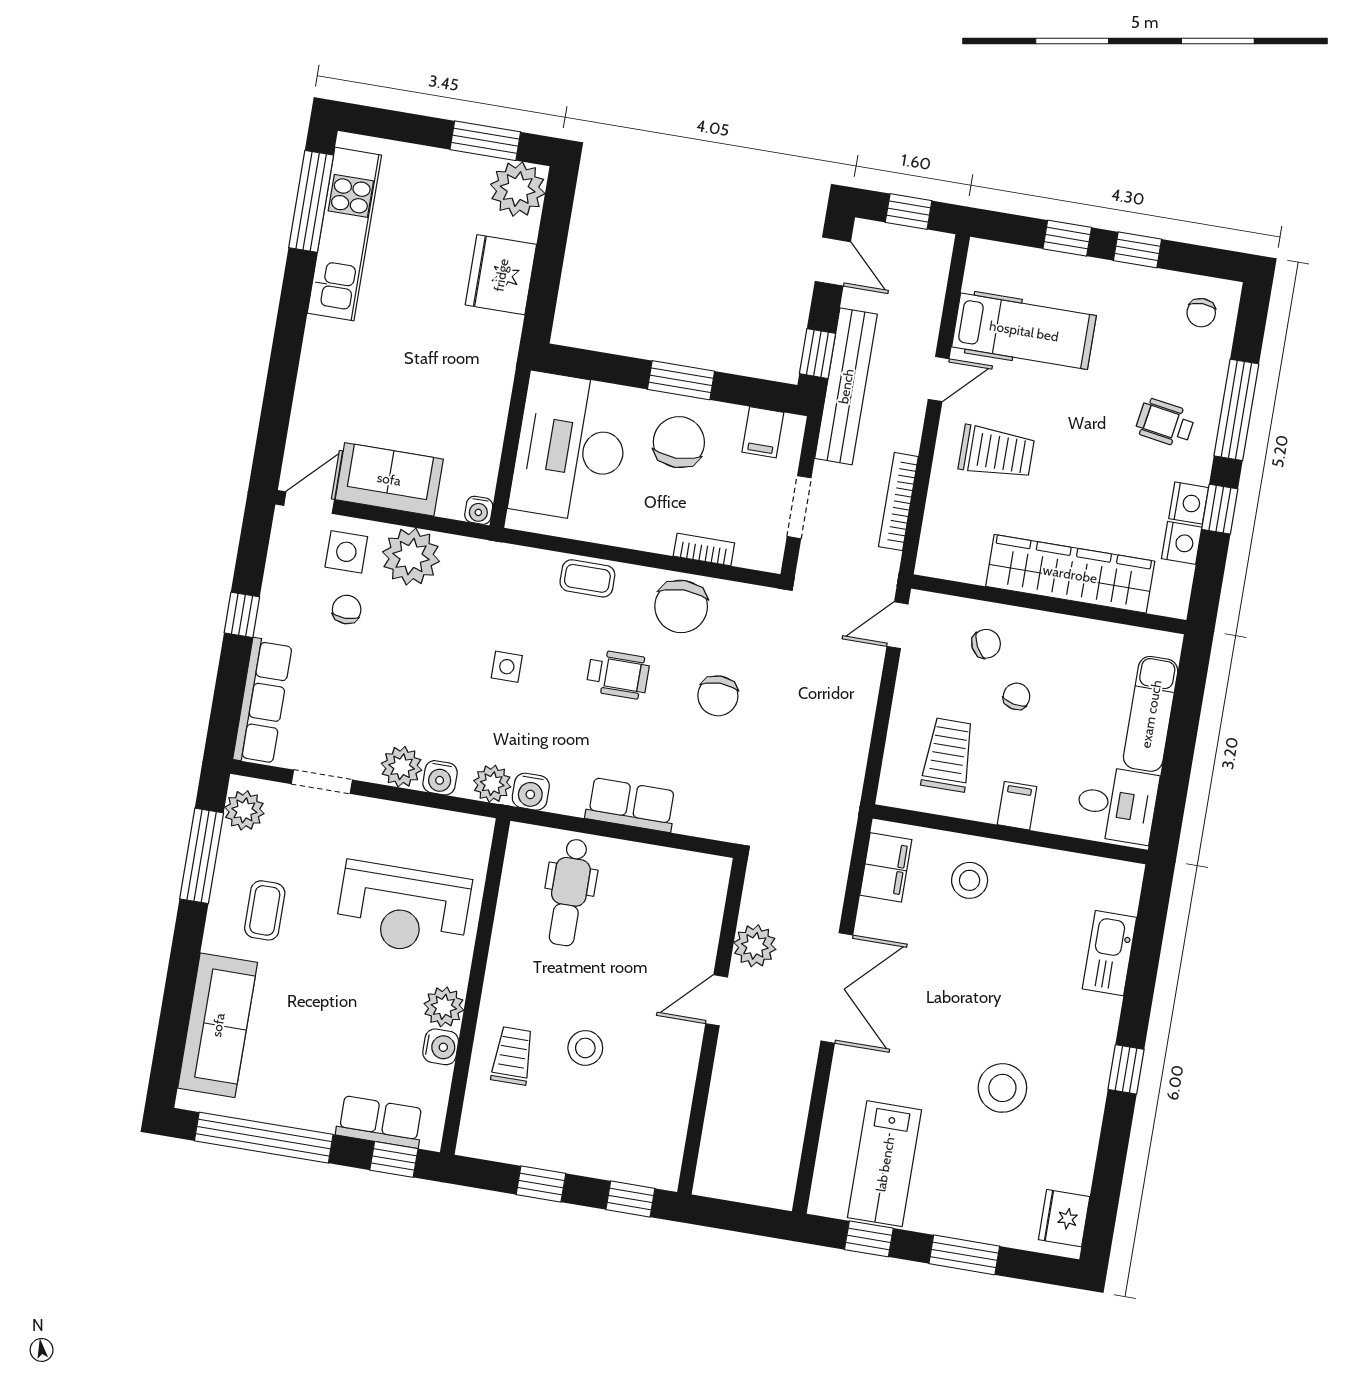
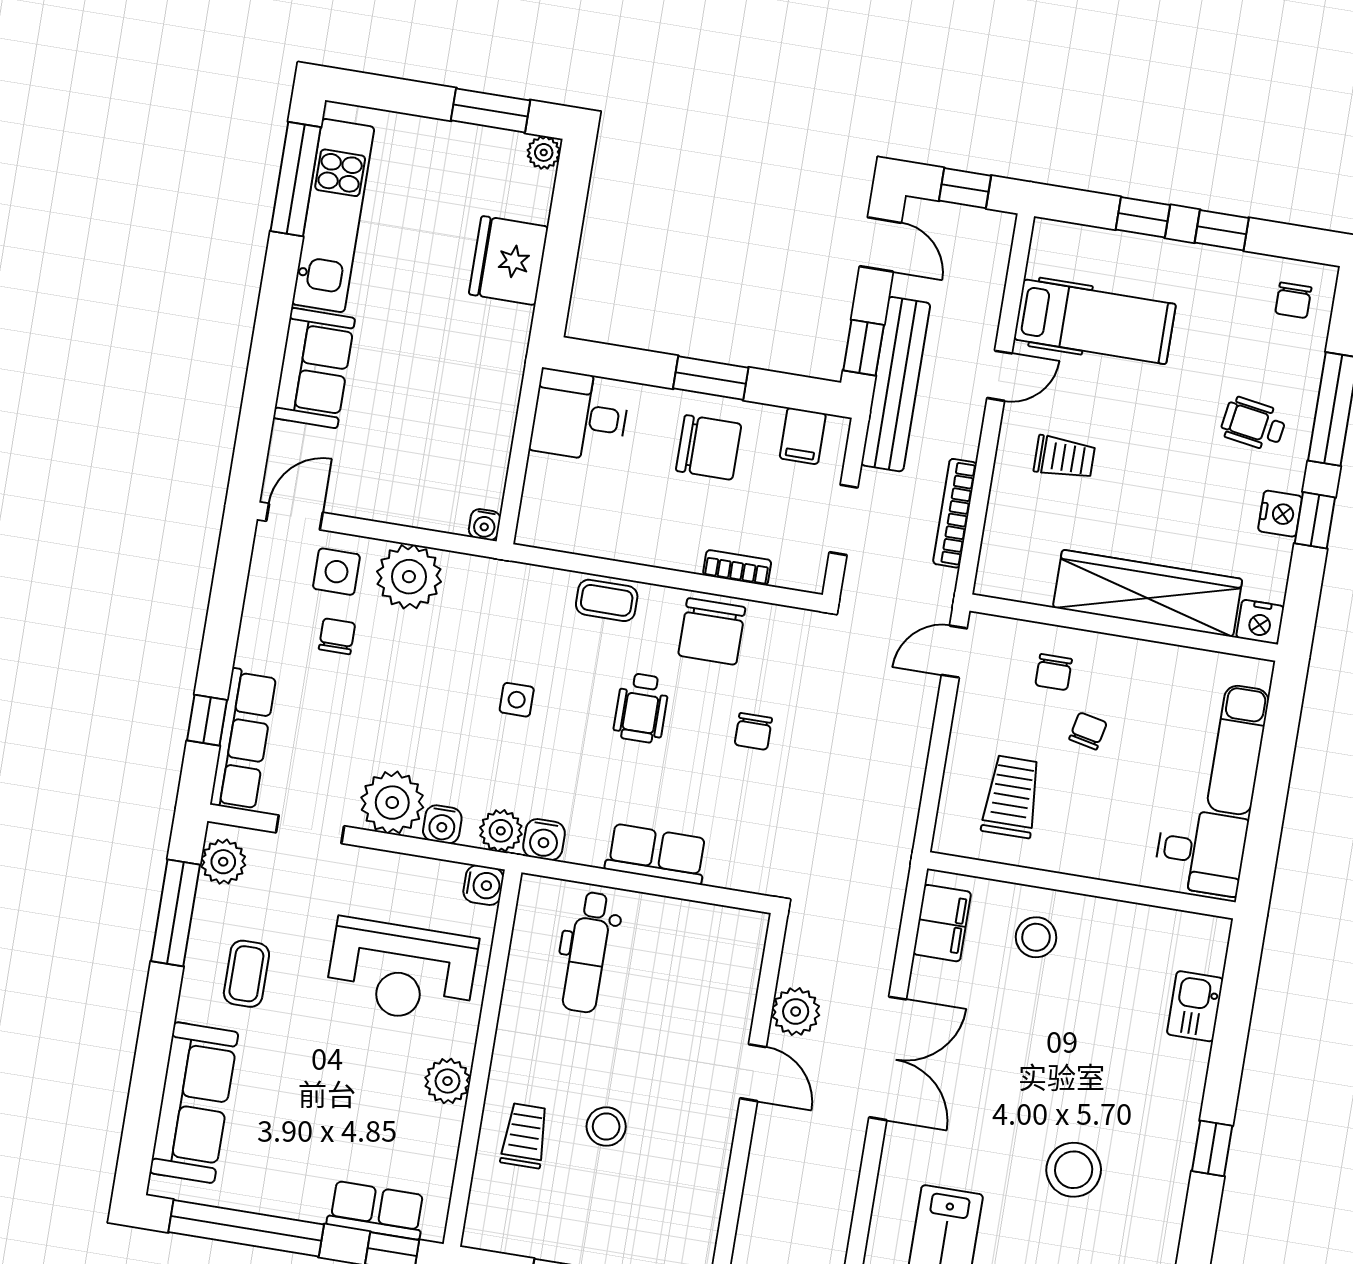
plant: (518, 189) -> (544, 152), width x0.53, depth x0.53
chair: (679, 442) -> (709, 447), turned 90
desk: (571, 448) -> (580, 416), width x0.53, depth x0.77
trolley: (996, 452) -> (1064, 457), width x0.73, depth x0.72
sofa: (389, 479) -> (314, 368), moved, turned 90
nightstand: (1182, 543) -> (1260, 622), moved, turned 90
window: (242, 615) -> (207, 720), moved
chair: (986, 644) -> (1054, 672), turned 117
wheelchair: (618, 674) -> (641, 708), turned 90
chair: (718, 696) -> (753, 731), width x0.73, depth x0.73
plant: (402, 767) -> (392, 803), width x1.36, depth x1.36
filing cabinet: (1017, 806) -> (1089, 853), removed
kitchen sink: (1109, 953) -> (1195, 1006), width x0.73
door: (717, 1000) -> (753, 1073), swing flipped
water cooler: (441, 1047) -> (483, 885), moved

